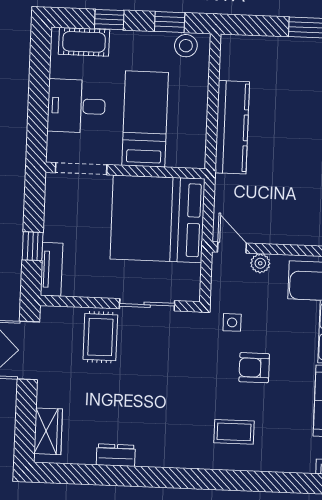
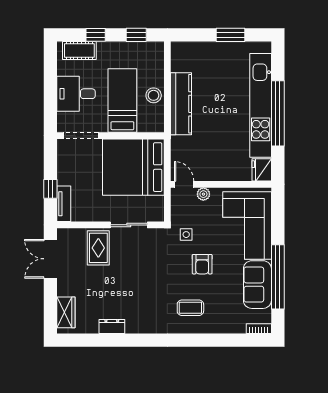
stool: (186, 46) -> (154, 95), moved
armchair: (254, 368) -> (202, 264), turned -90

